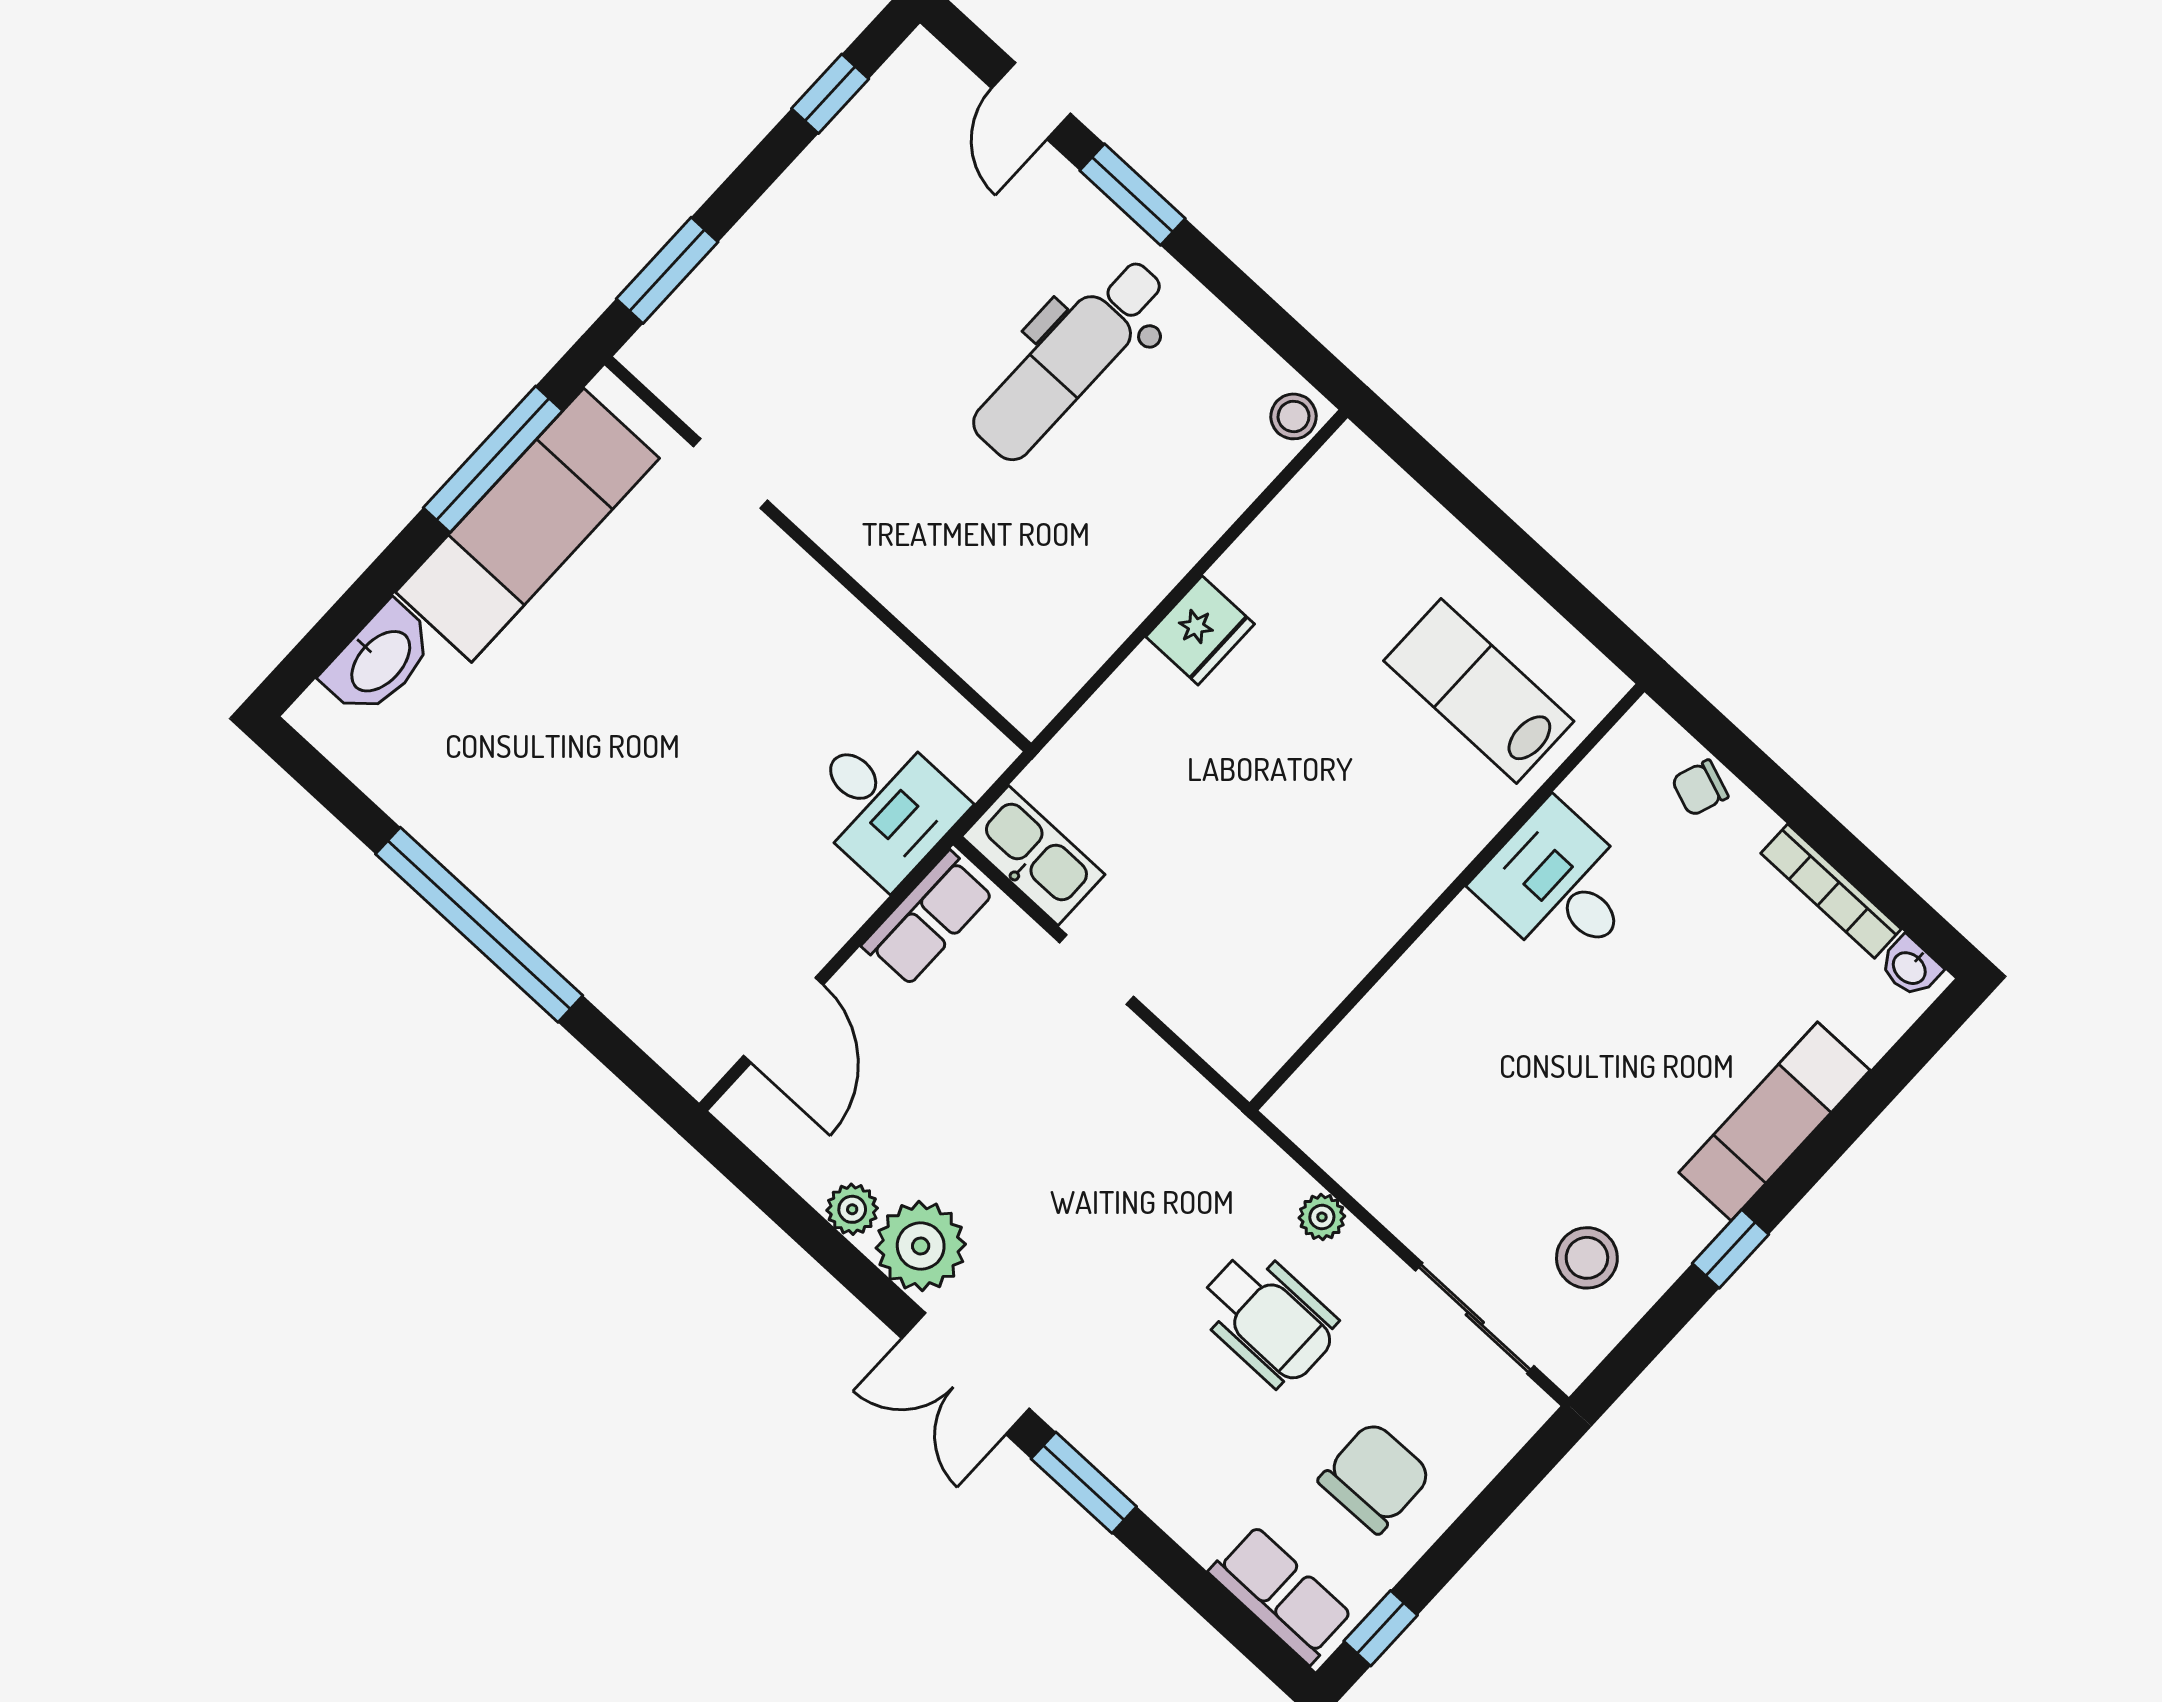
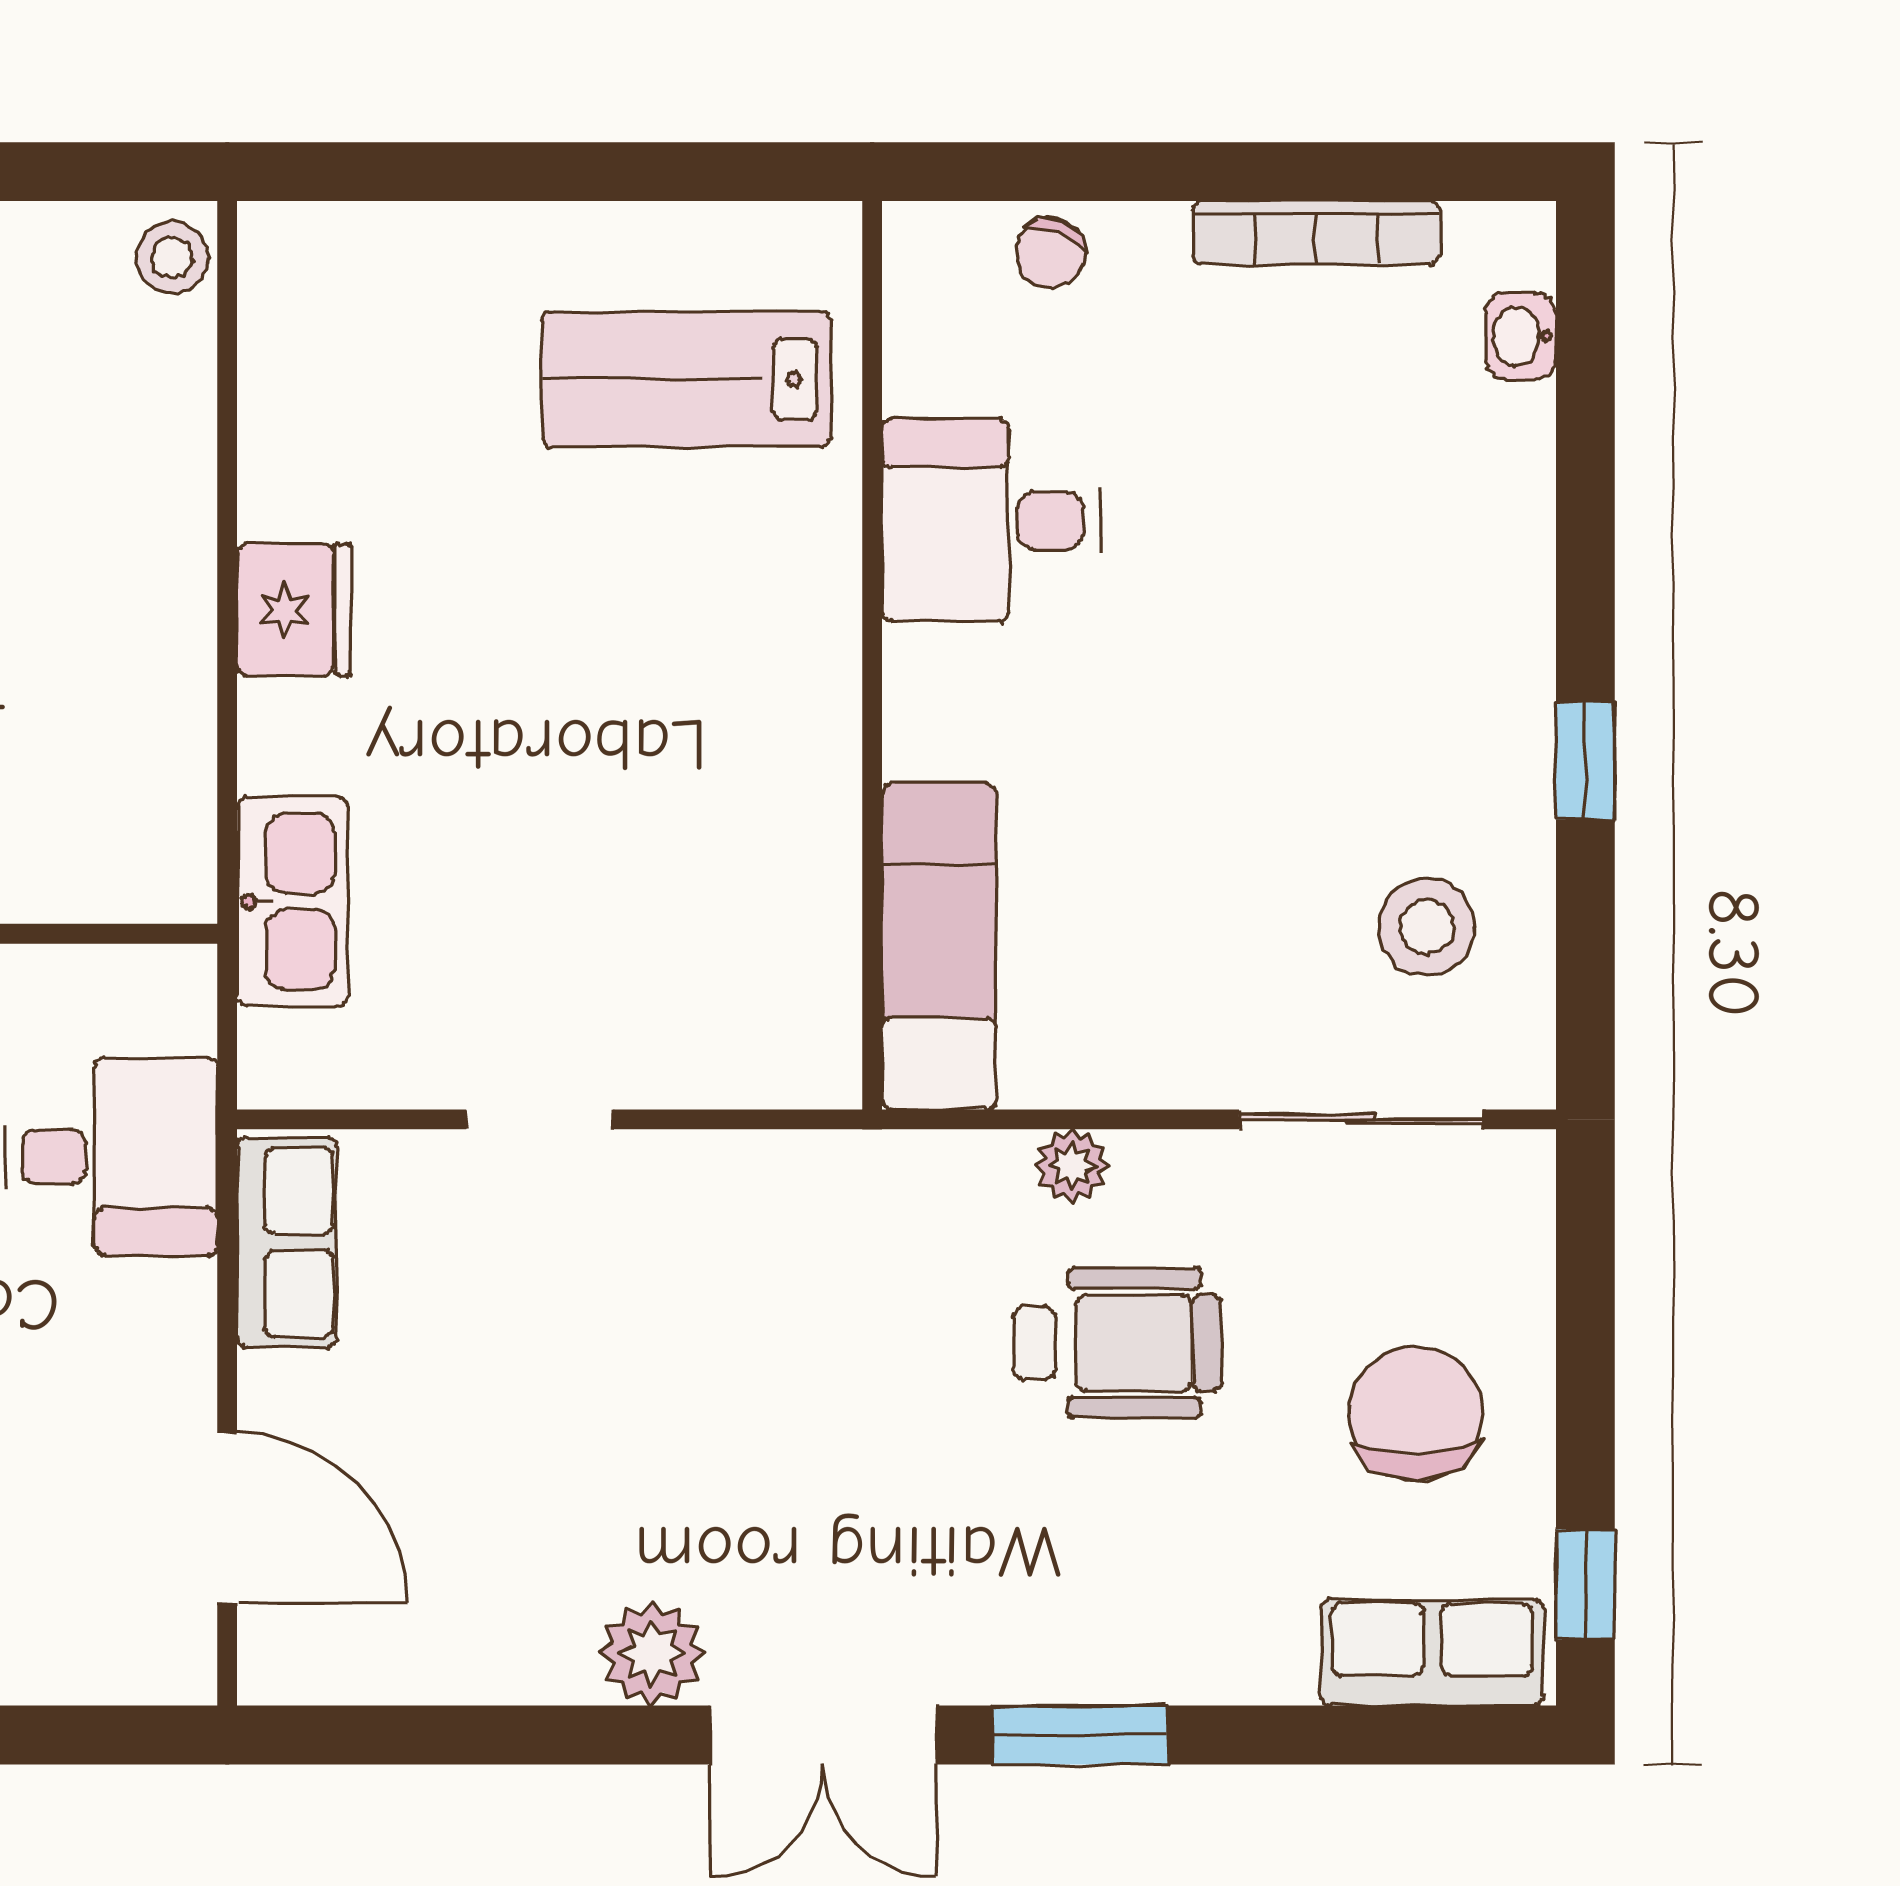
kitchen sink: (1033, 856) -> (292, 902), moved, turned 90
washbasin: (1910, 967) -> (1521, 336), moved, turned 90
exam couch: (1774, 1121) -> (939, 946), moved, turned 180
plant: (852, 1209) -> (512, 1665), removed
plant: (921, 1246) -> (652, 1653), width x0.73, depth x0.73

